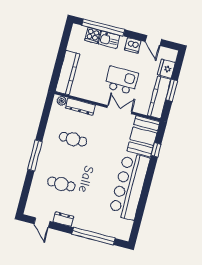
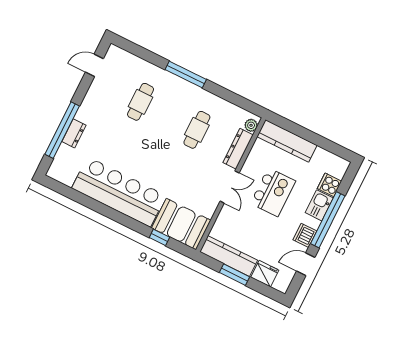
window: (103, 27) -> (328, 220), moved
kitchen island: (121, 80) -> (273, 192), moved
double door: (119, 110) -> (230, 187), moved
dresser: (63, 219) -> (74, 133), moved

